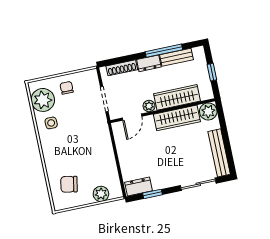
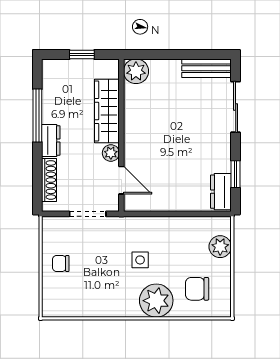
bench: (177, 57) -> (50, 100), removed
plant: (43, 100) -> (156, 301), moved
wardrobe: (177, 118) -> (136, 117), removed
side table: (51, 123) -> (140, 260), moved
bench: (219, 153) -> (207, 68), width x0.73
chair: (69, 184) -> (197, 289), turned 79

